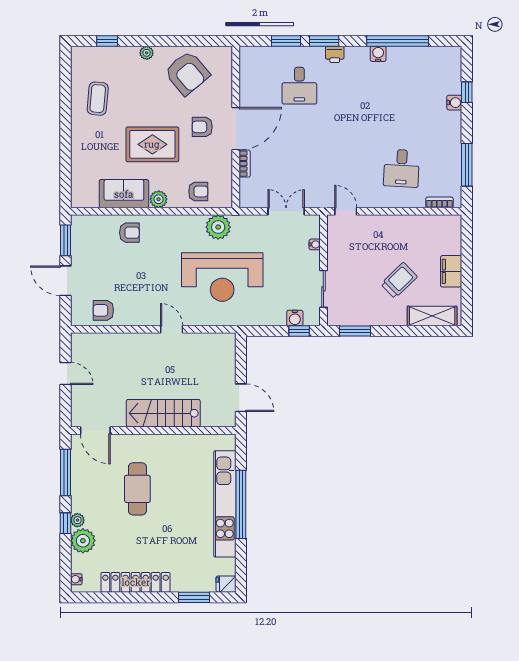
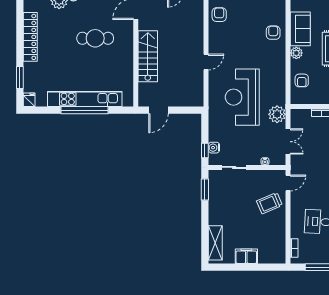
plant: (218, 227) -> (277, 114), moved
armchair: (129, 233) -> (273, 33), turned 180
trolley: (399, 280) -> (269, 203), moved, turned 111

